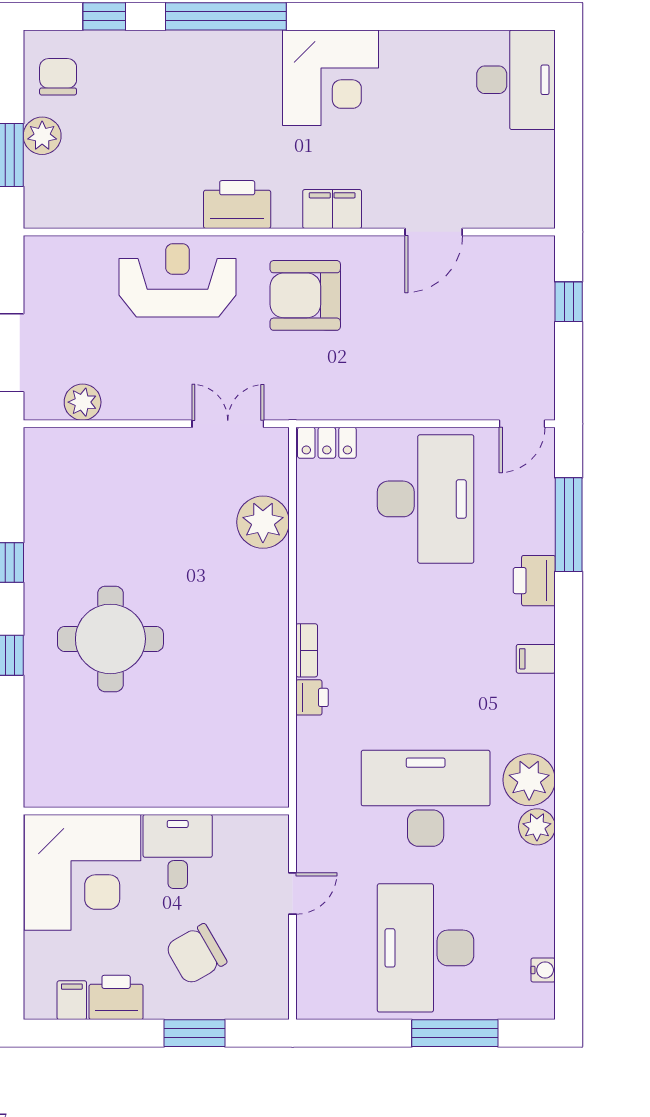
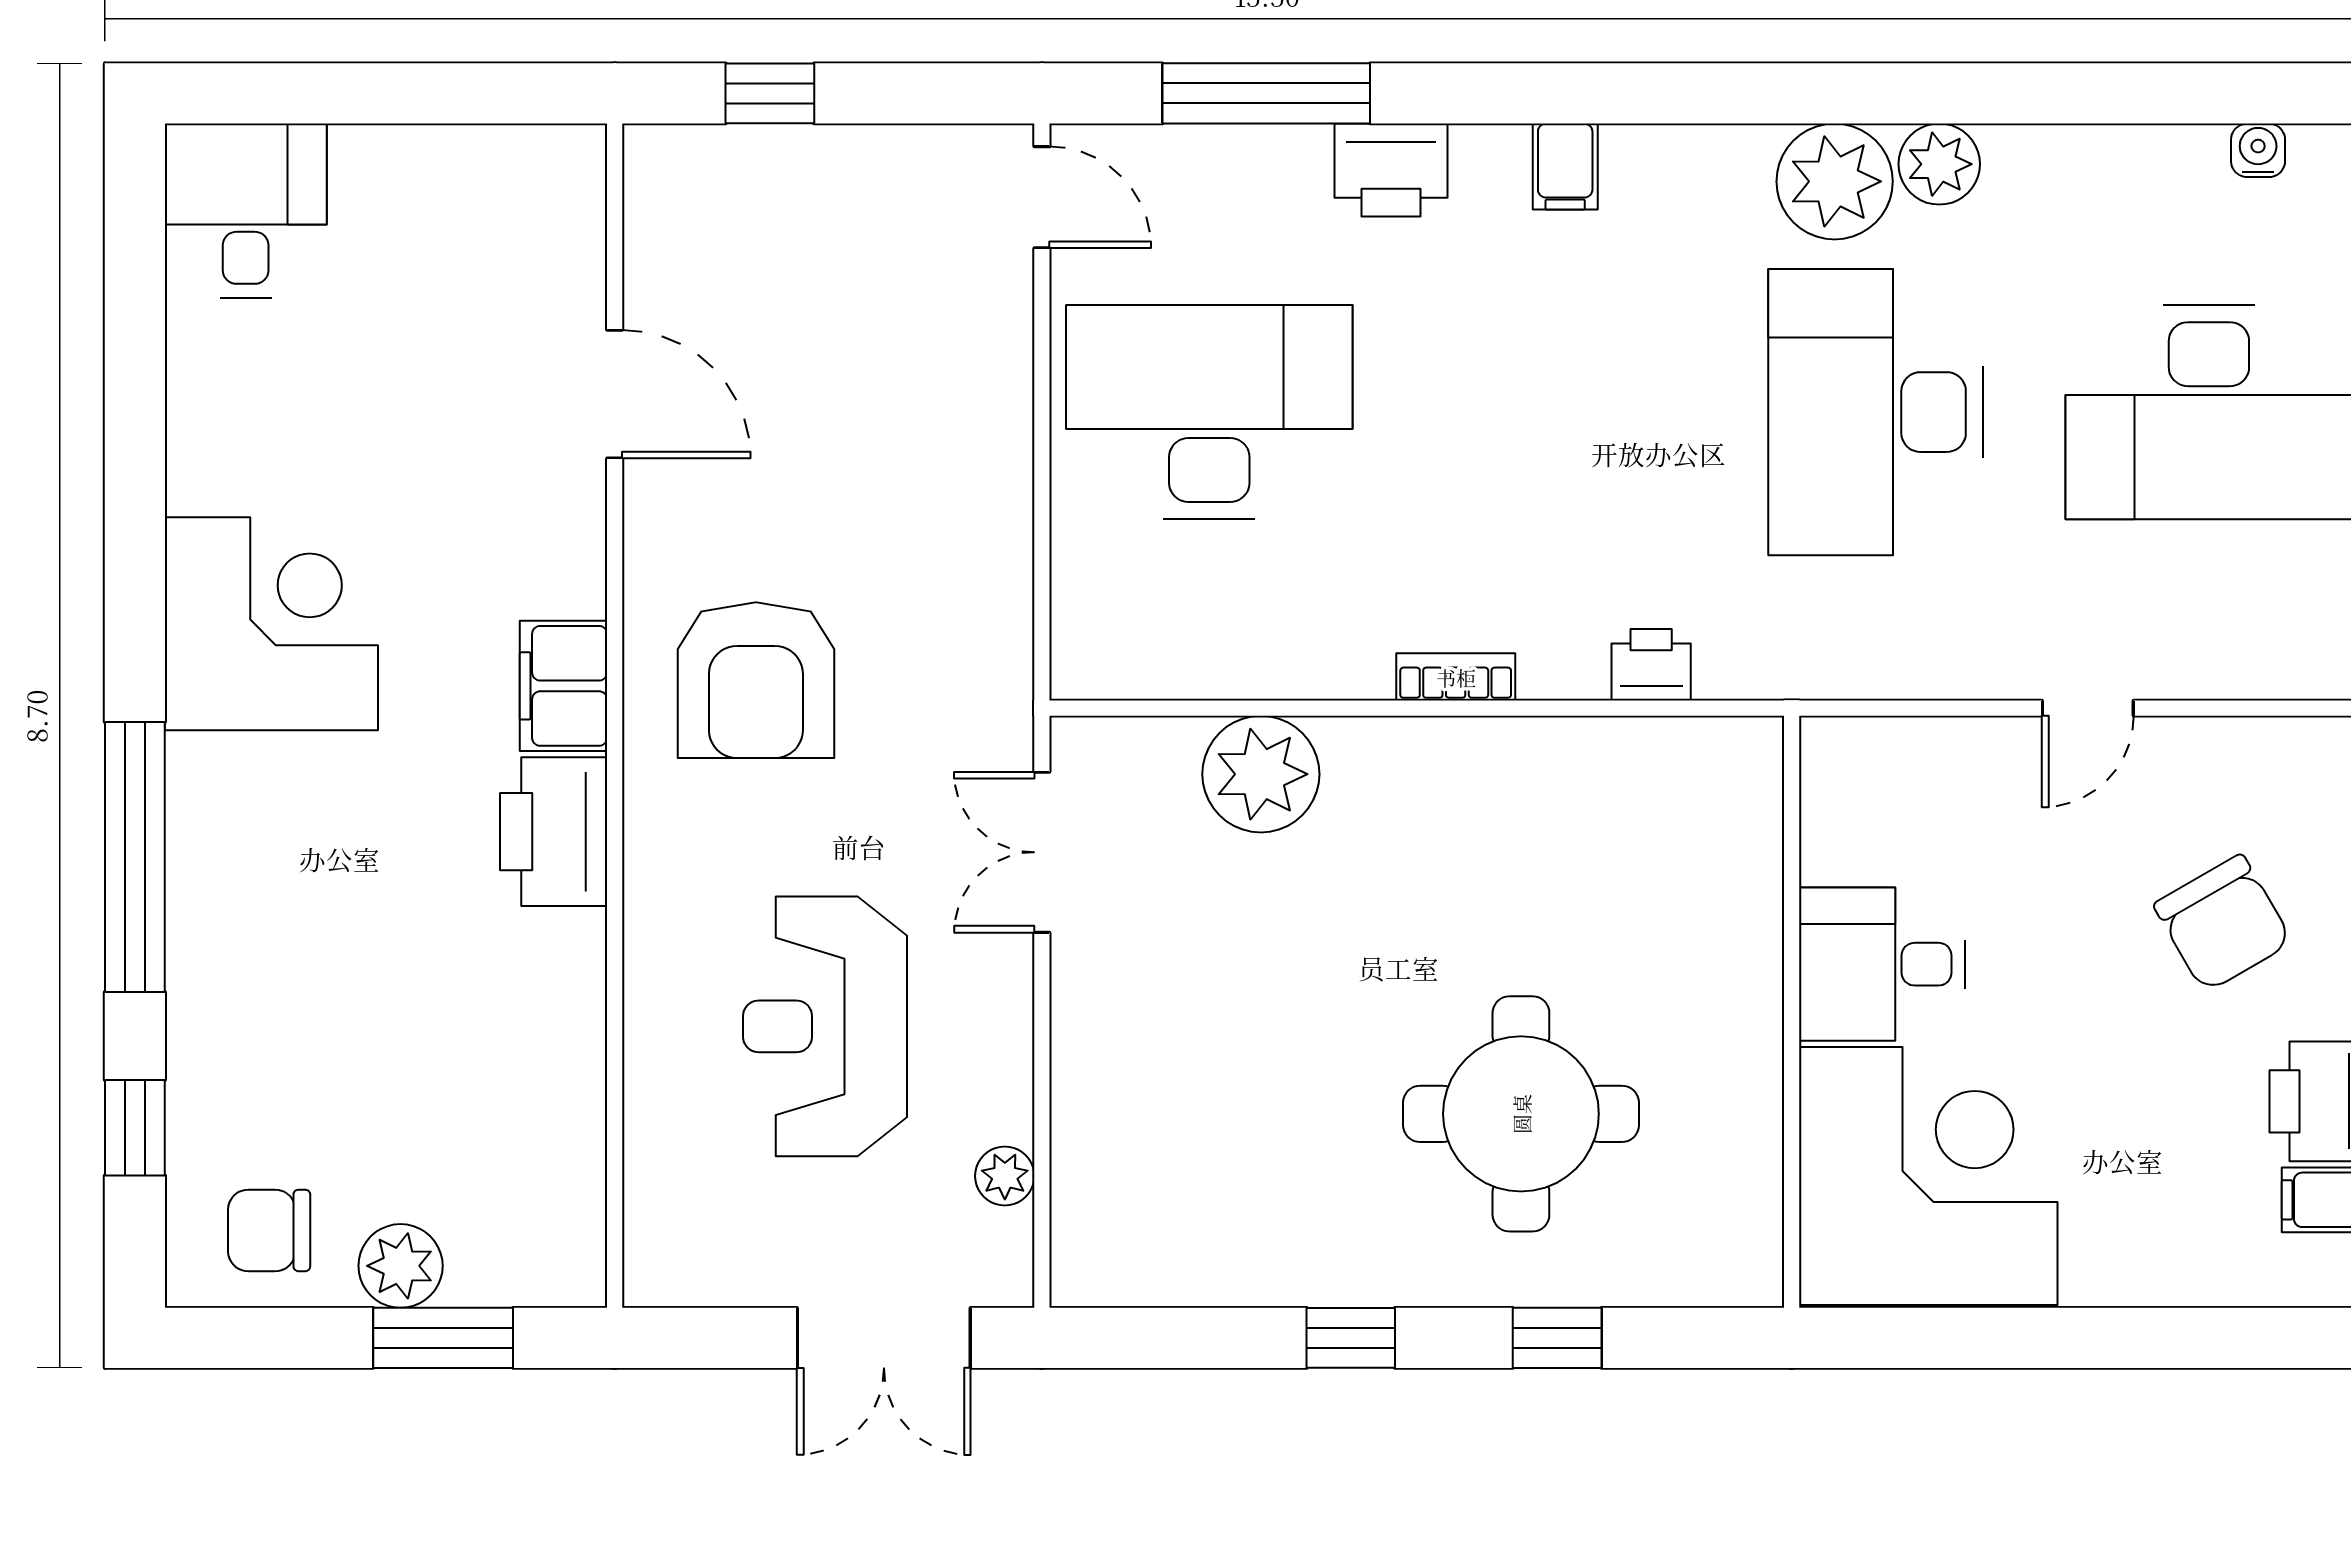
desk: (516, 80) -> (246, 211), width x0.73
filing cabinet: (332, 209) -> (564, 686), moved
reception desk: (178, 280) -> (825, 1026), moved
plant: (83, 402) -> (1005, 1176), width x0.73, depth x0.73
locker: (327, 443) -> (1084, 632), removed
bookcase: (307, 650) -> (1456, 677), moved
wall: (156, 811) -> (1792, 1012), moved
desk: (178, 852) -> (1882, 964), moved
corner desk: (82, 872) -> (1928, 1176), moved
door: (293, 893) -> (2088, 708), swing flipped

